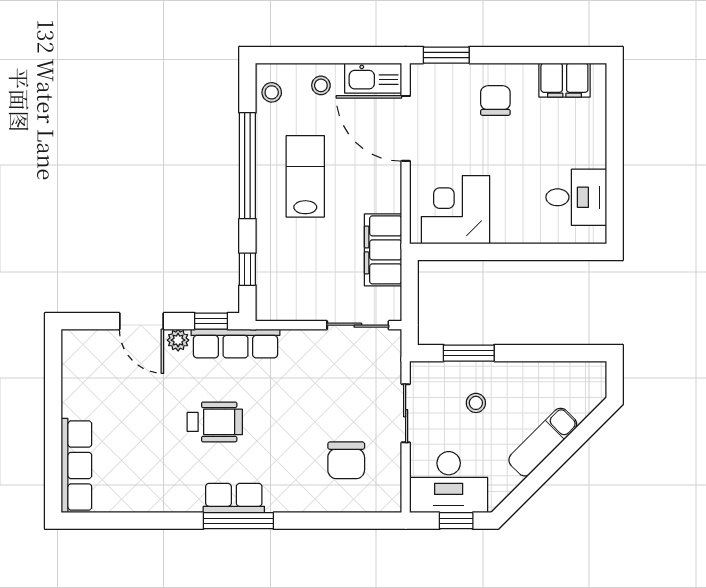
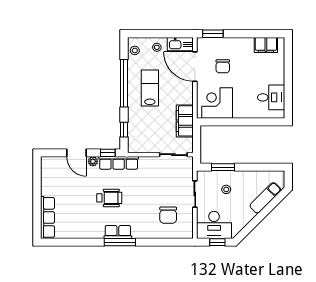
chair: (495, 101) -> (223, 66), moved, turned 180
exam couch: (543, 442) -> (265, 198), moved

